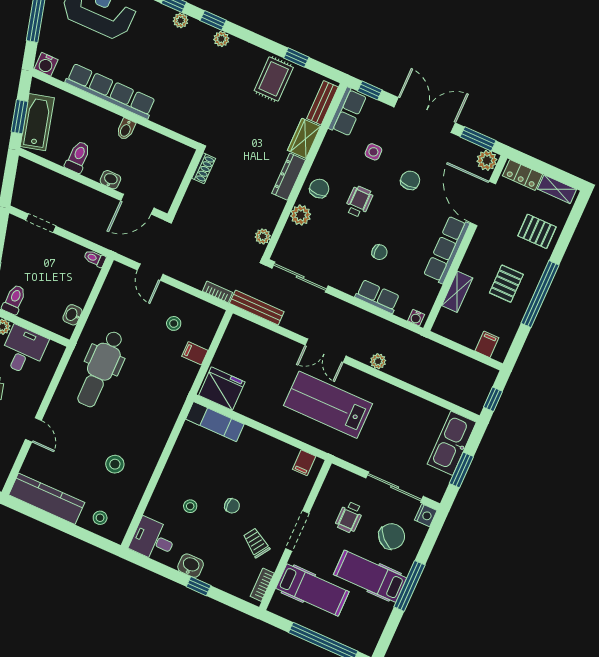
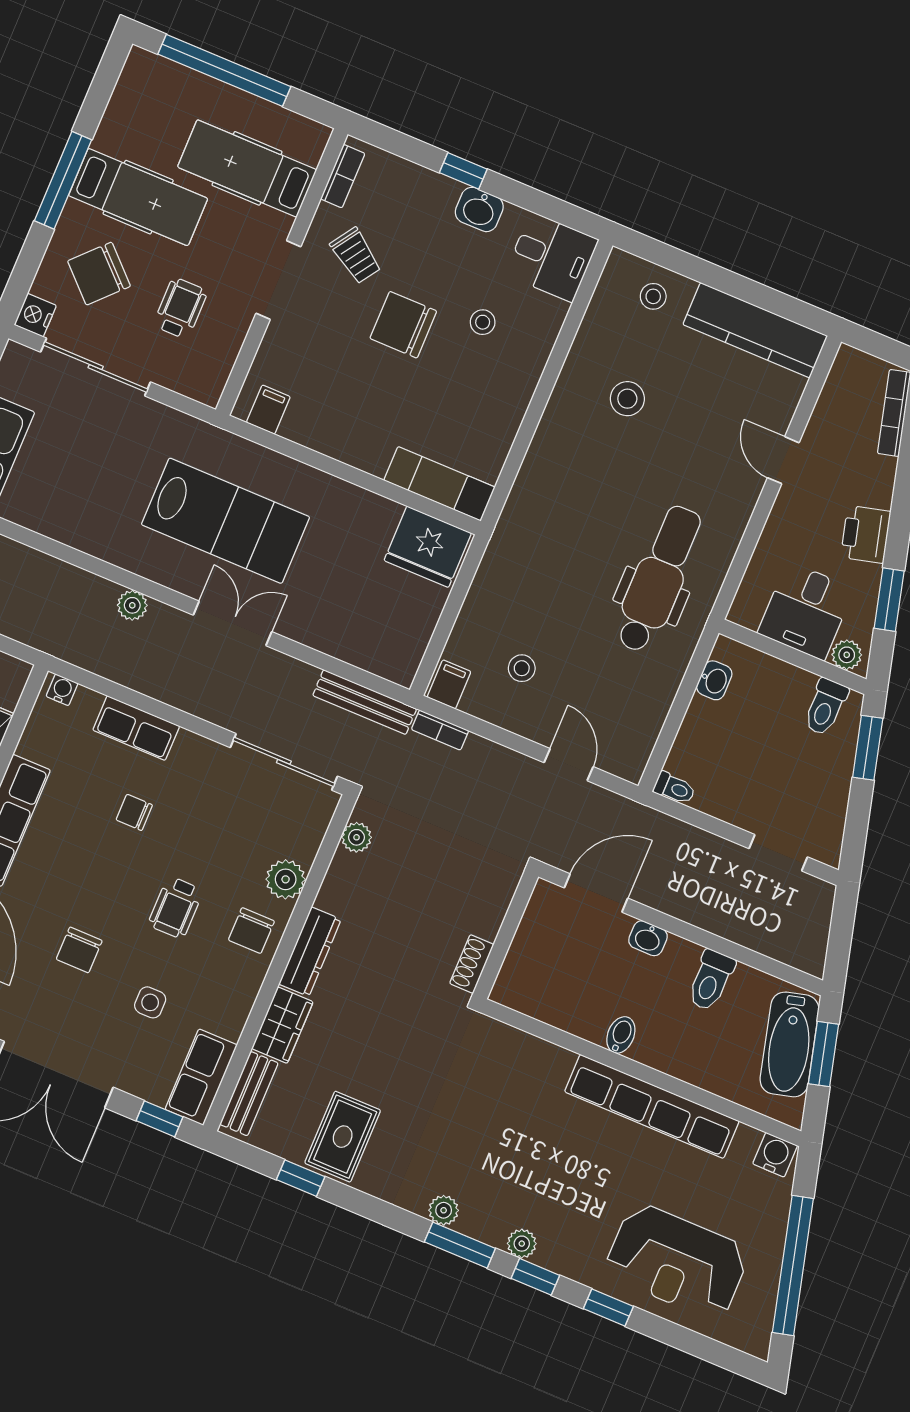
window: (213, 20) -> (460, 1245), width x1.50
filing cabinet: (195, 353) -> (449, 684), moved, turned -90
chair: (232, 506) -> (403, 325), width x1.87, depth x1.87

